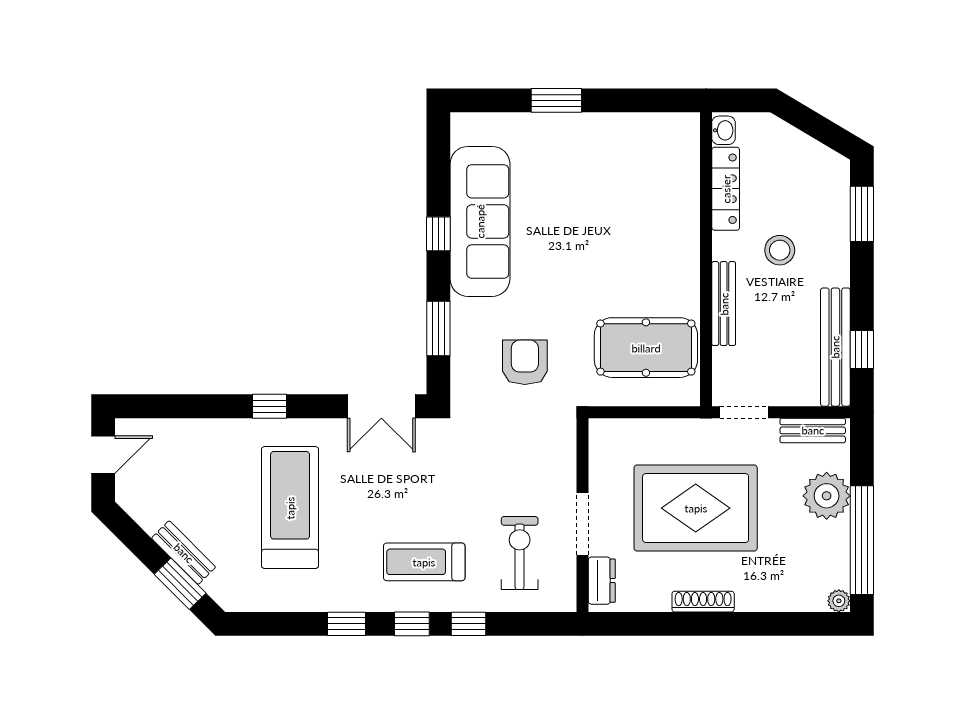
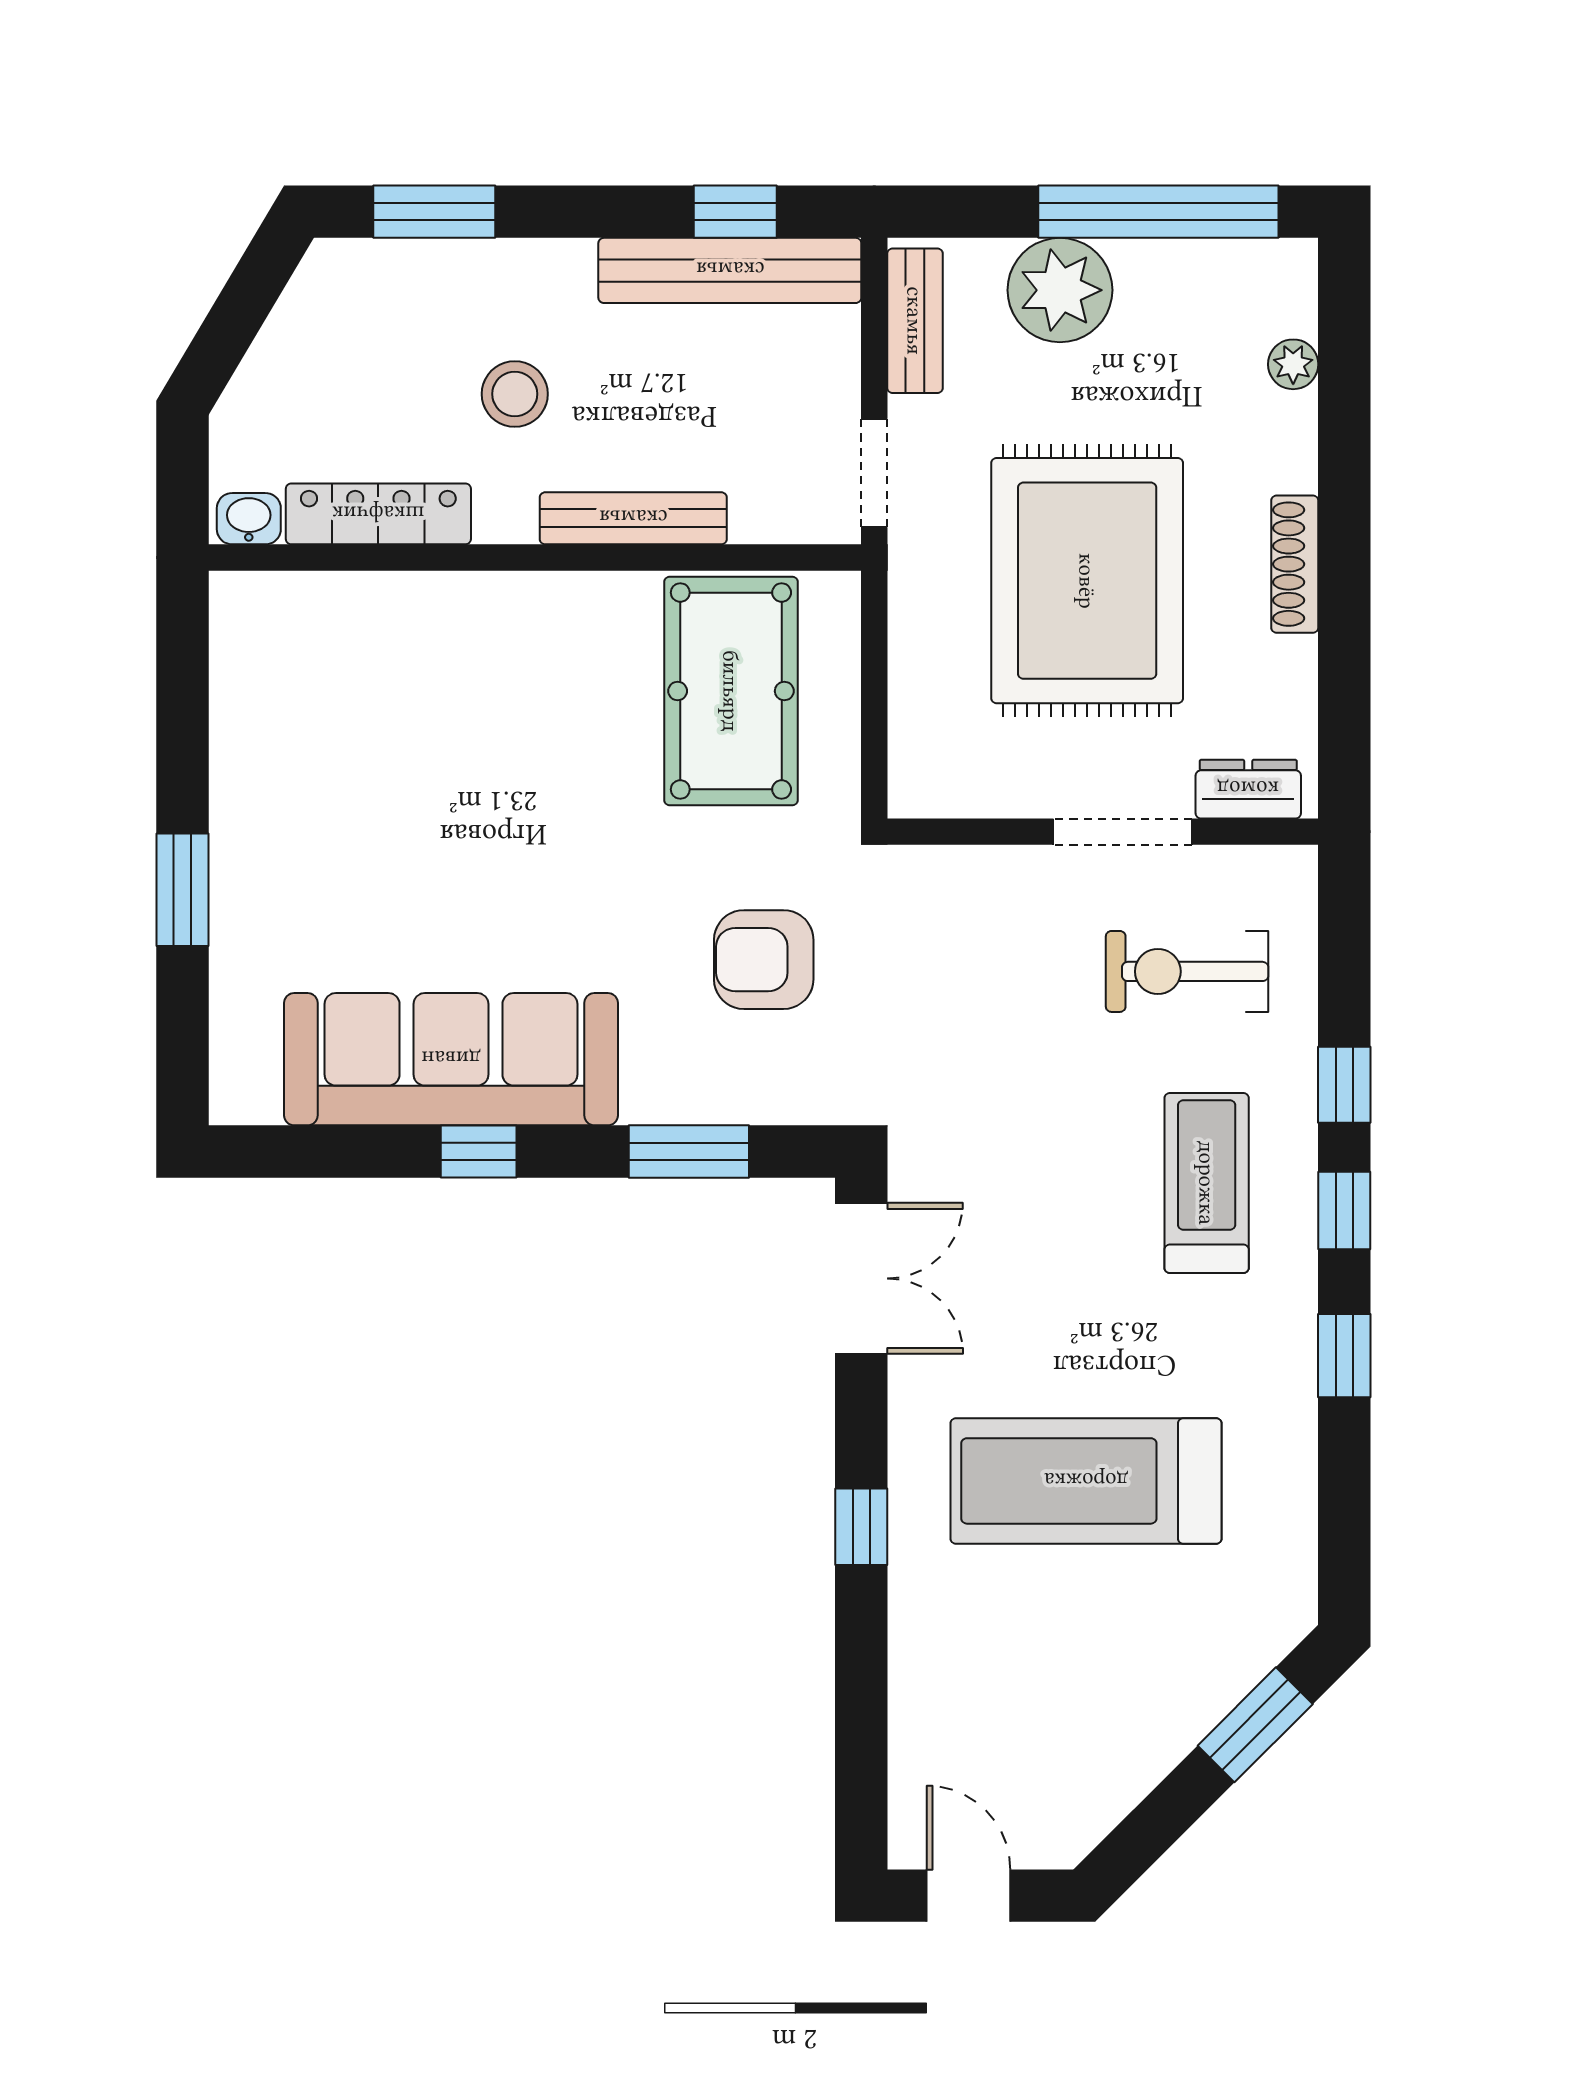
bench: (184, 553) -> (1186, 1717), removed
treadmill: (424, 562) -> (1207, 1183), turned 180
plant: (839, 601) -> (1293, 364), moved

